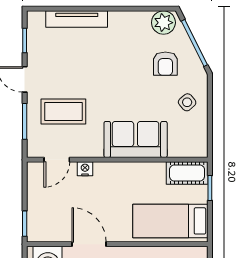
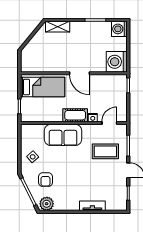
tv unit: (77, 19) -> (92, 206), width x0.71
armchair: (165, 64) -> (45, 180), turned 180
cot: (187, 173) -> (75, 115), moved
door: (89, 244) -> (80, 73), moved

